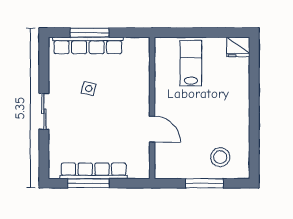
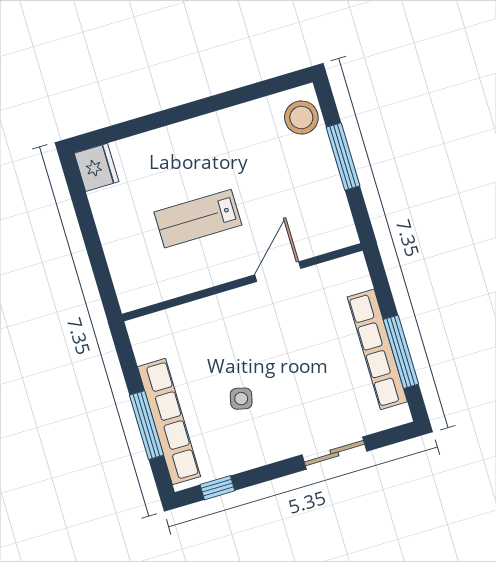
window: (44, 61) -> (217, 488), added
lab bench: (191, 63) -> (198, 219), moved
sliding door: (44, 111) -> (334, 453), moved
stool: (220, 157) -> (301, 117), moved

